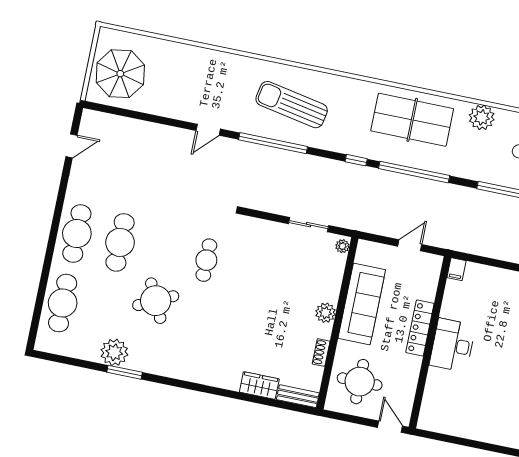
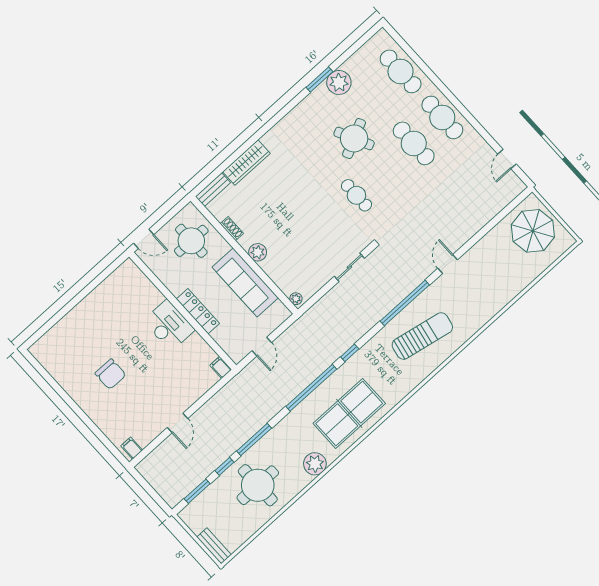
sliding door: (309, 225) -> (349, 267), moved
wardrobe: (259, 385) -> (246, 163), width x1.50

